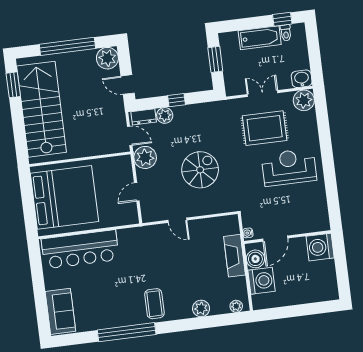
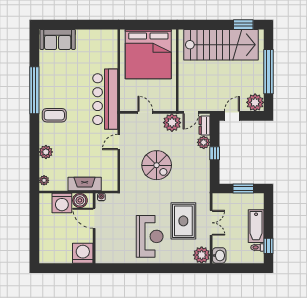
bar counter: (80, 249) -> (105, 99), moved

